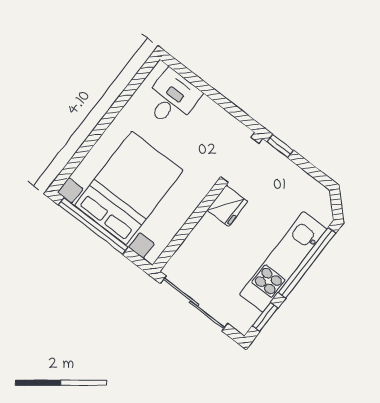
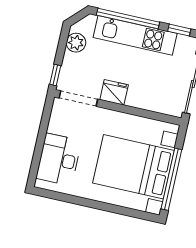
desk: (172, 99) -> (59, 160), width x1.37
plant: (307, 188) -> (76, 43), added

